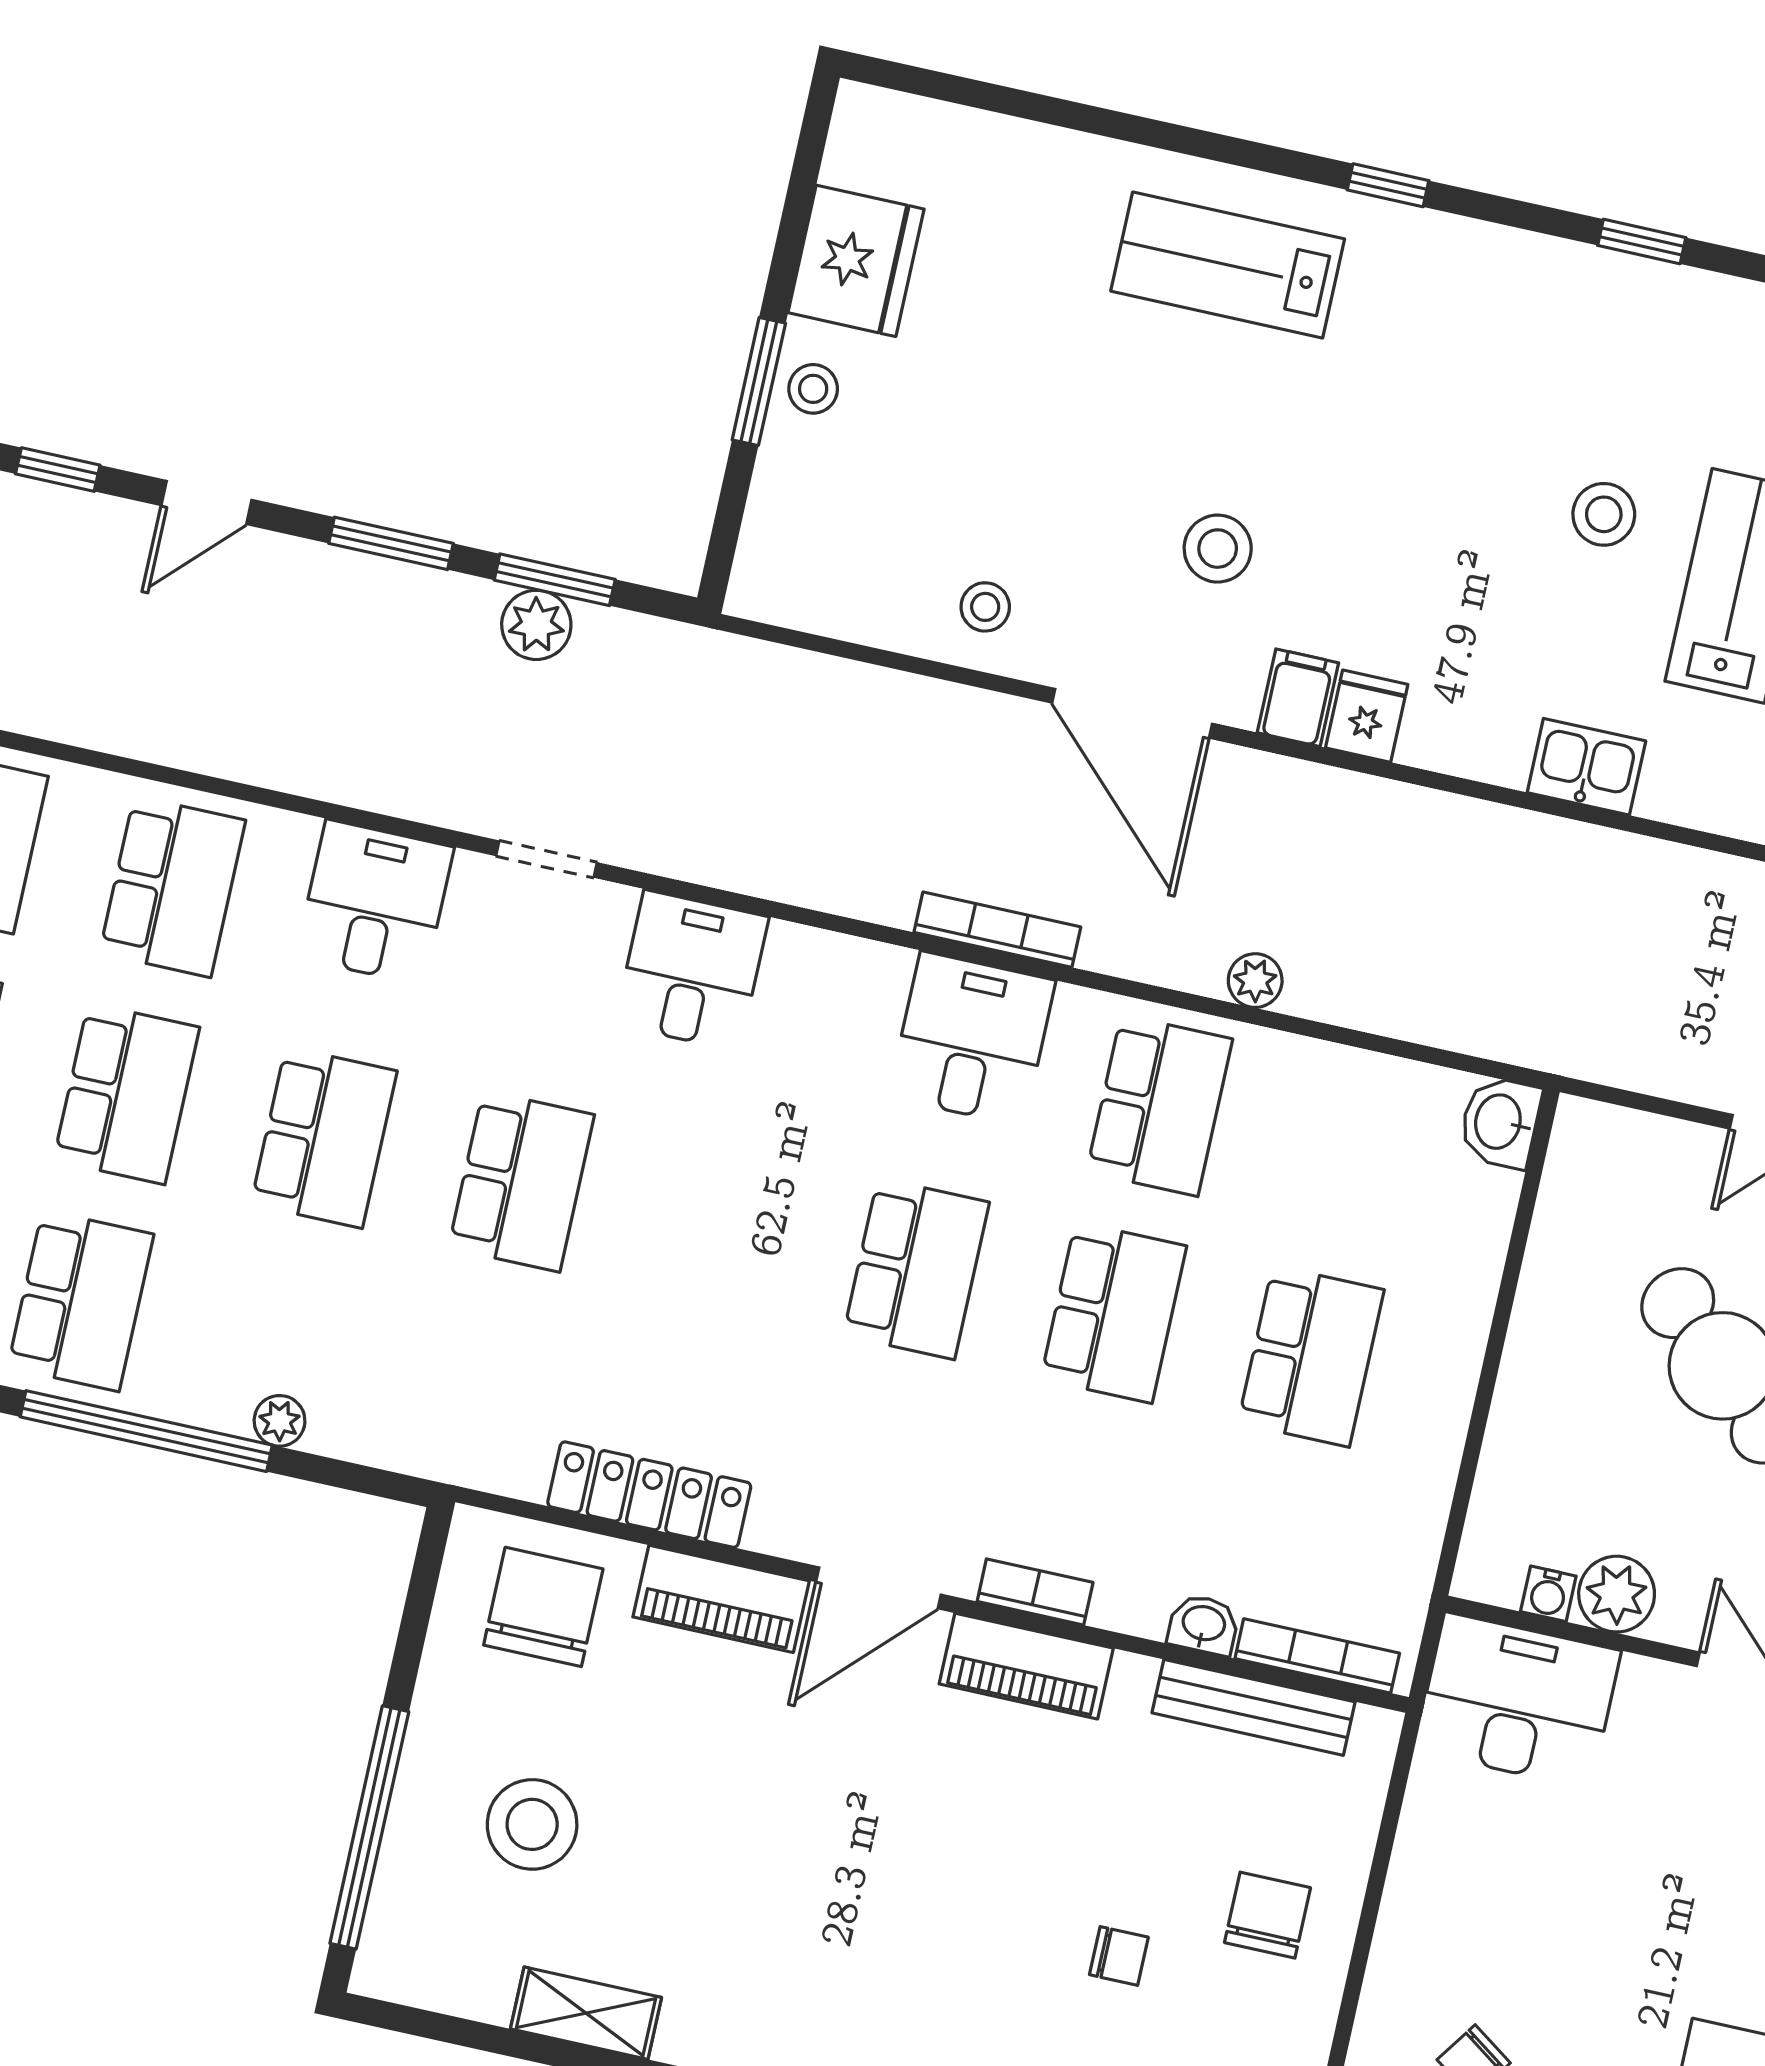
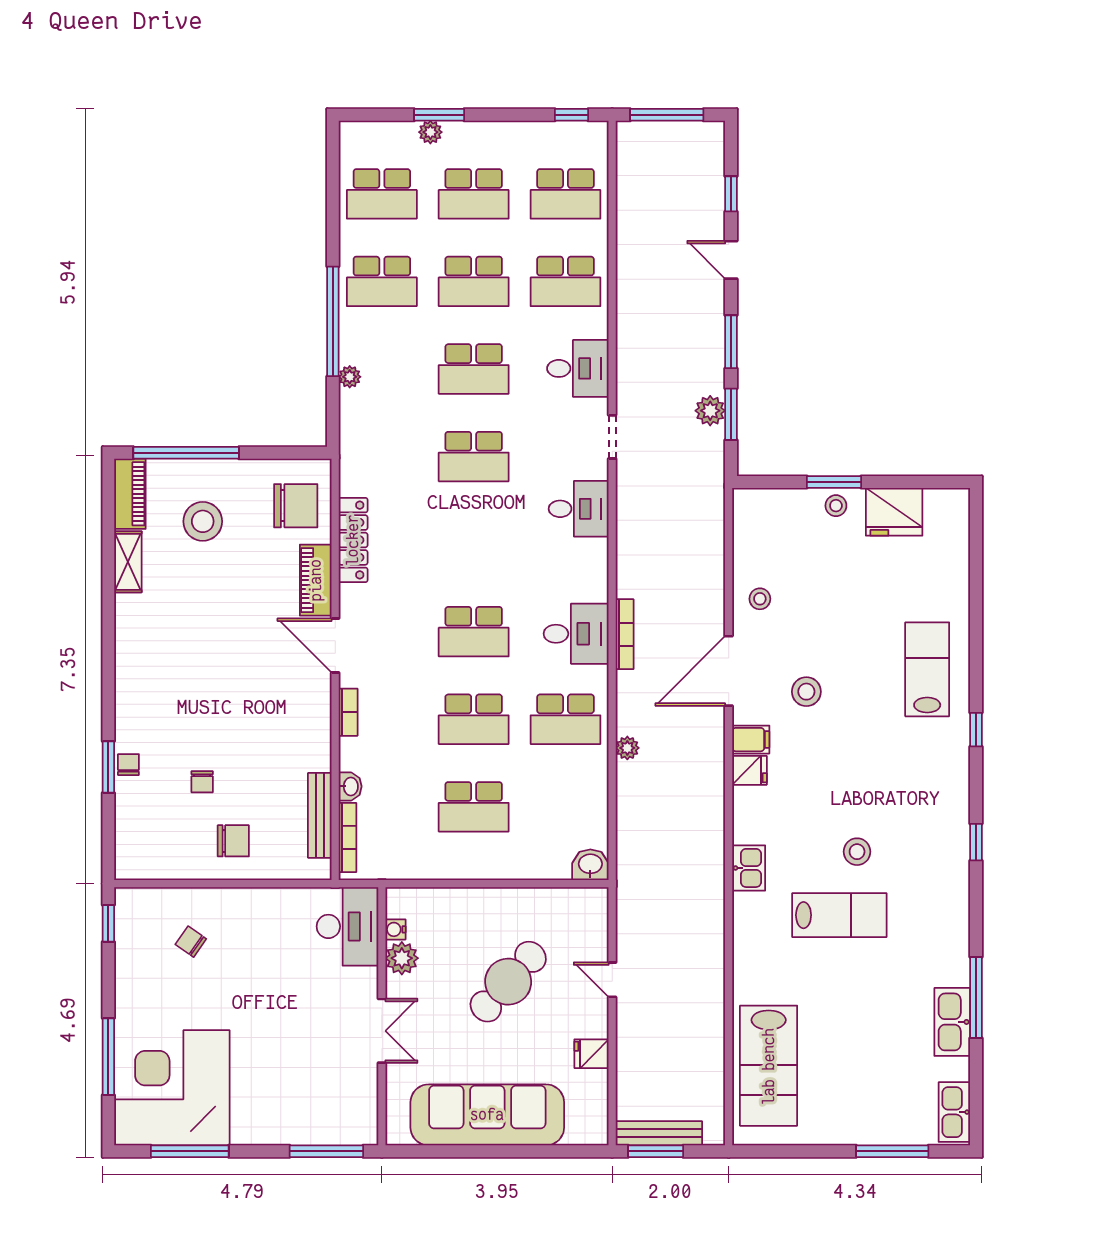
piano: (1026, 1666) -> (130, 494), moved, turned 180

